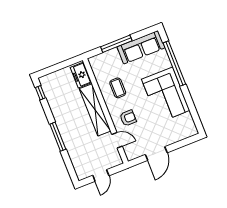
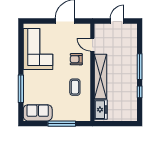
sofa: (141, 47) -> (38, 113), width x0.73
window: (174, 63) -> (21, 89), width x0.68
window: (40, 93) -> (140, 92), moved
corner sofa: (166, 95) -> (38, 49), moved

